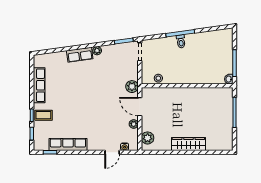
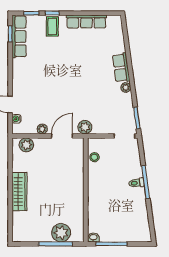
plant: (225, 107) -> (61, 233), added
row of seats: (68, 144) -> (19, 36), moved

